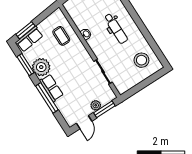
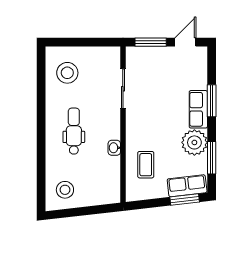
window: (47, 98) -> (212, 101), width x0.69
plant: (96, 105) -> (158, 54), removed

